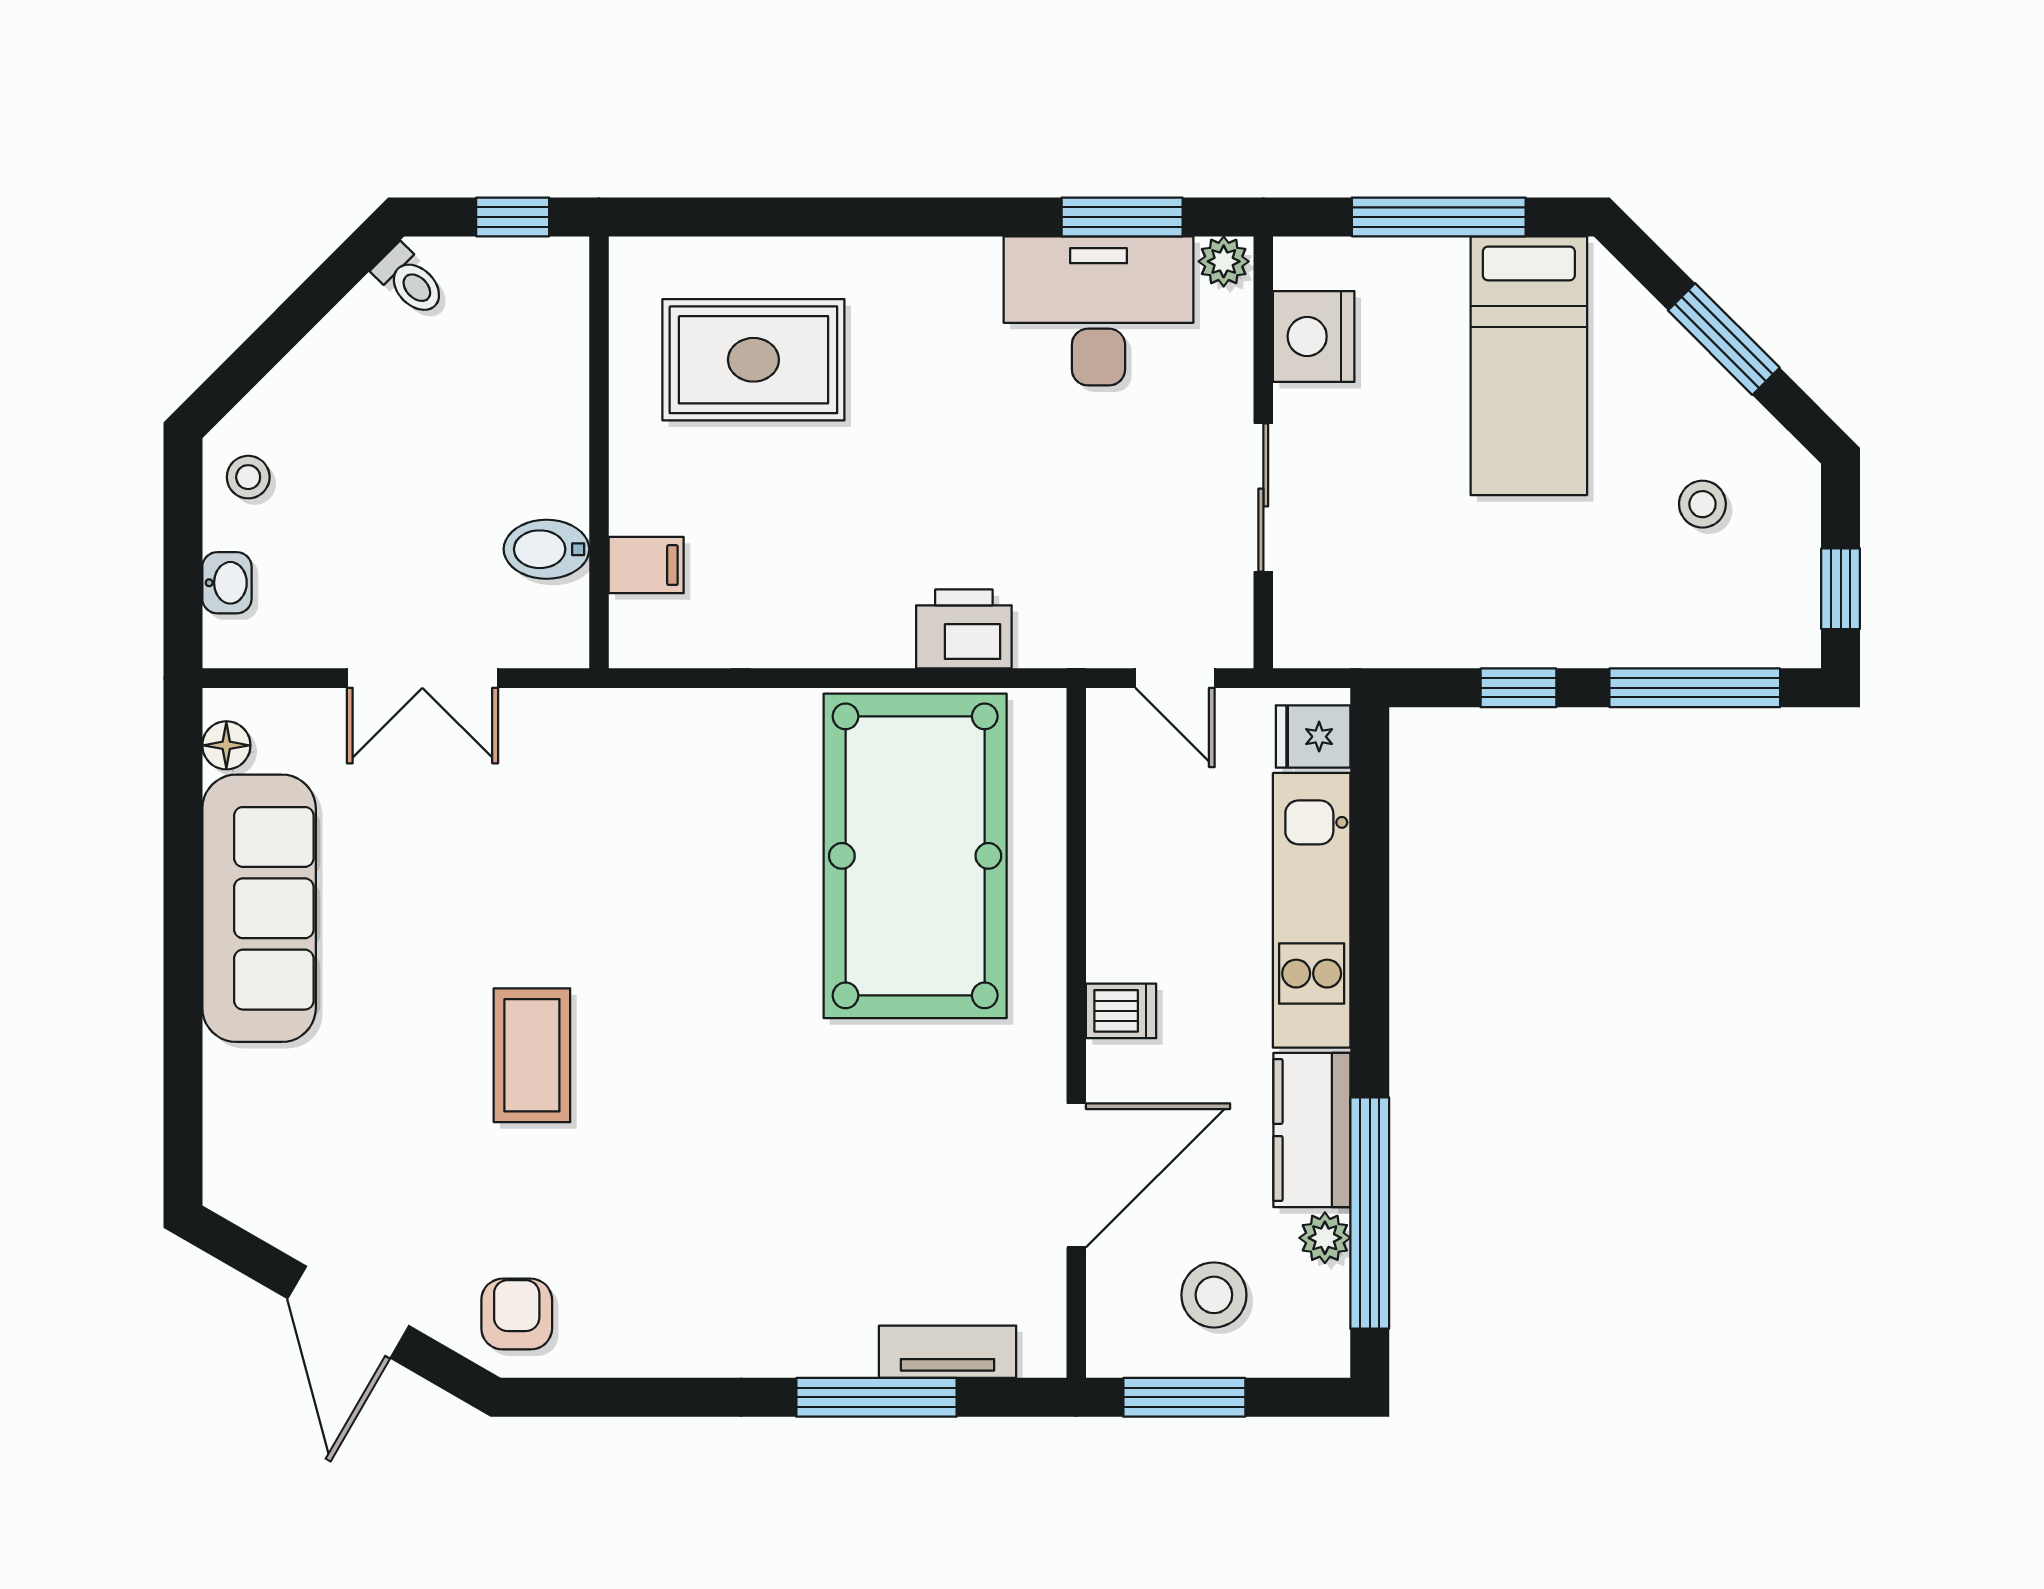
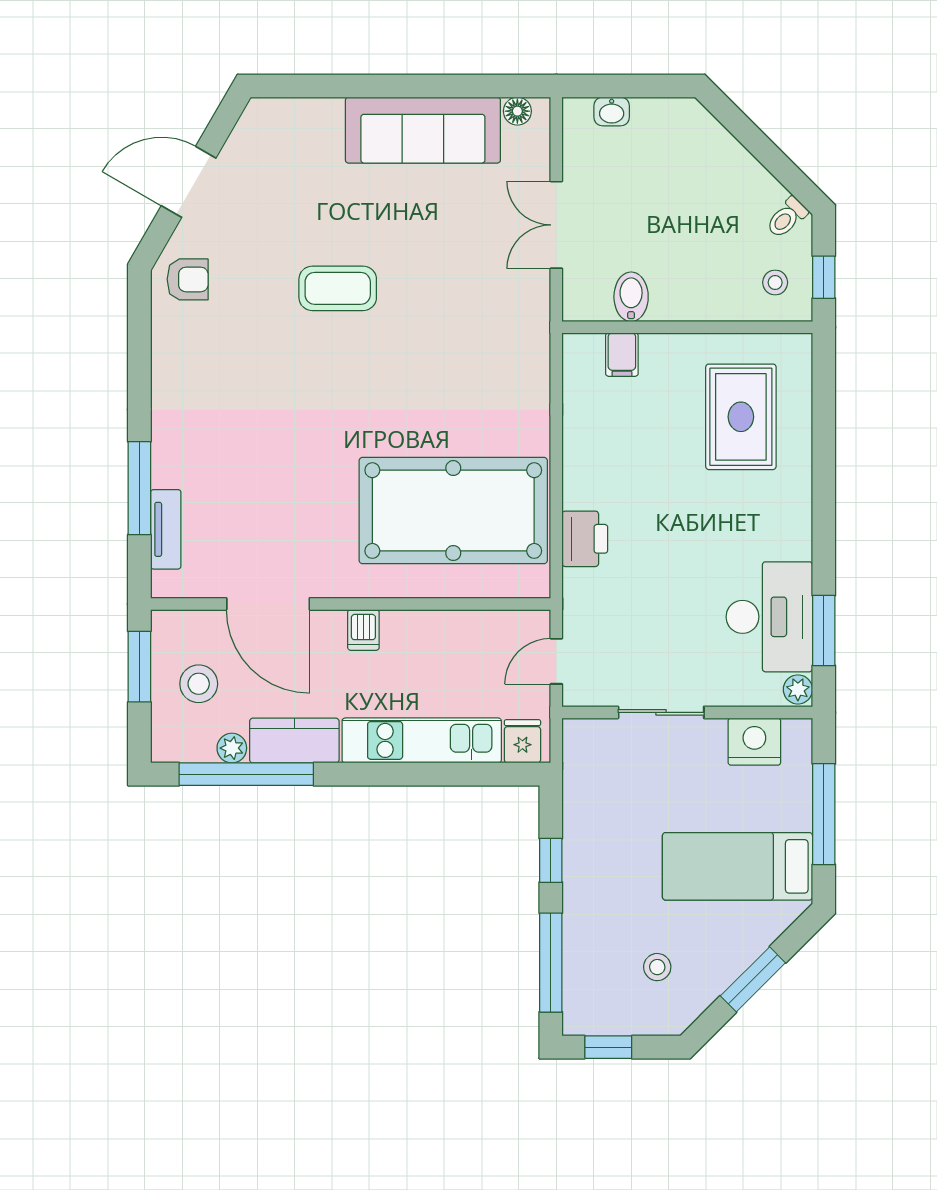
stool: (248, 477) -> (775, 282), moved

